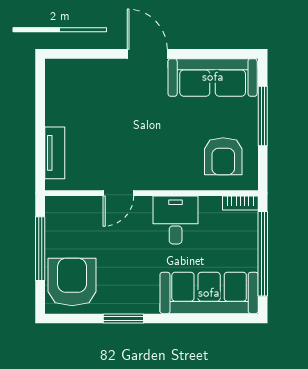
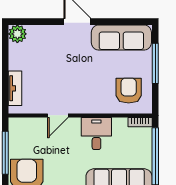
plant: (58, 72) -> (17, 34), added
armchair: (223, 156) -> (129, 91), turned 180

